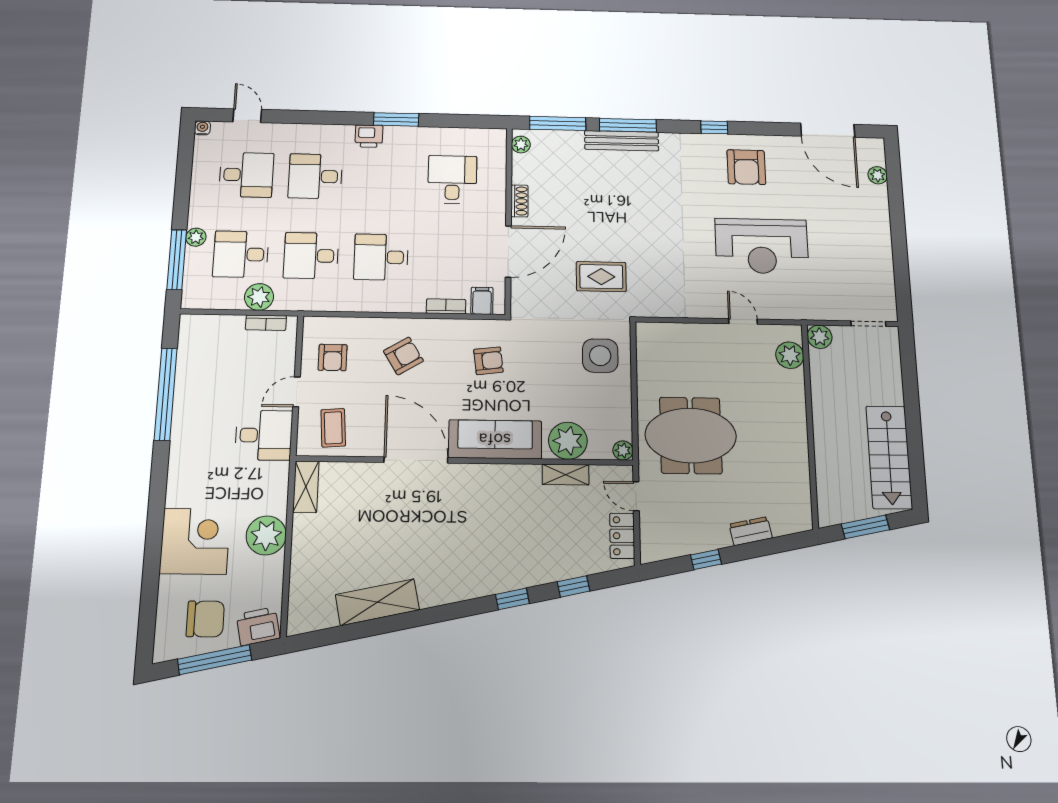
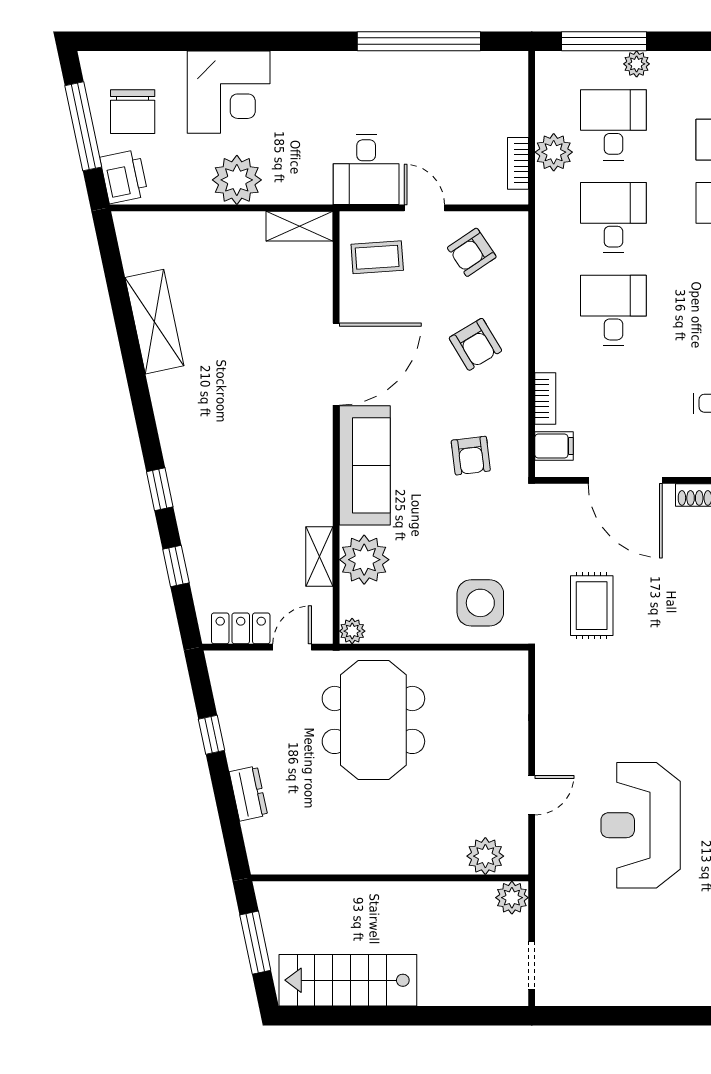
armchair: (333, 358) -> (472, 252), turned -34

